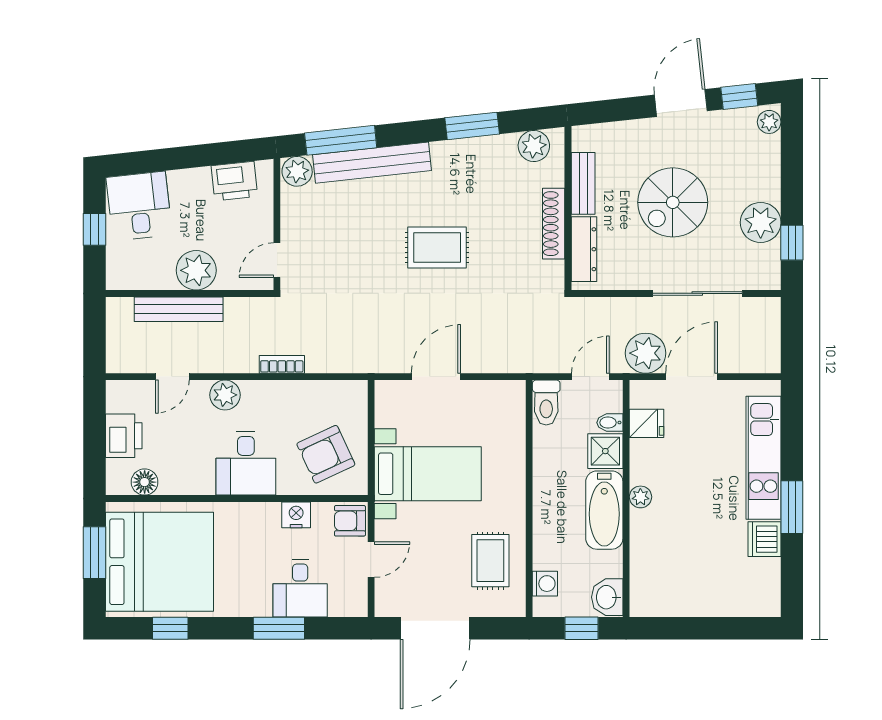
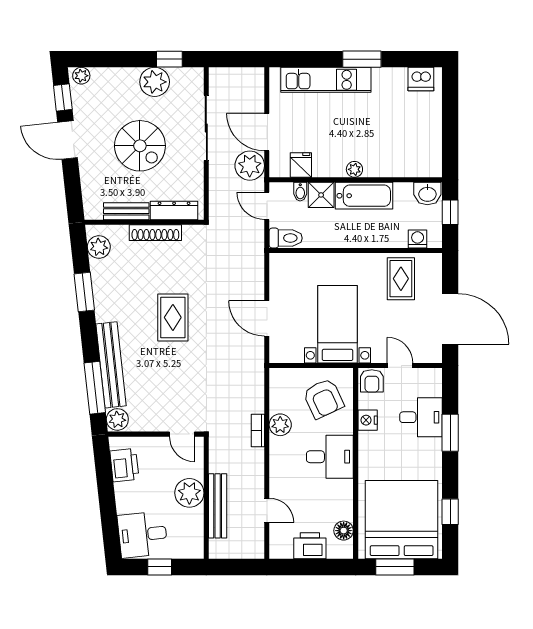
plant: (225, 395) -> (280, 425), moved
dishwasher: (764, 539) -> (421, 79), moved
rug: (490, 561) -> (401, 279), turned 90

